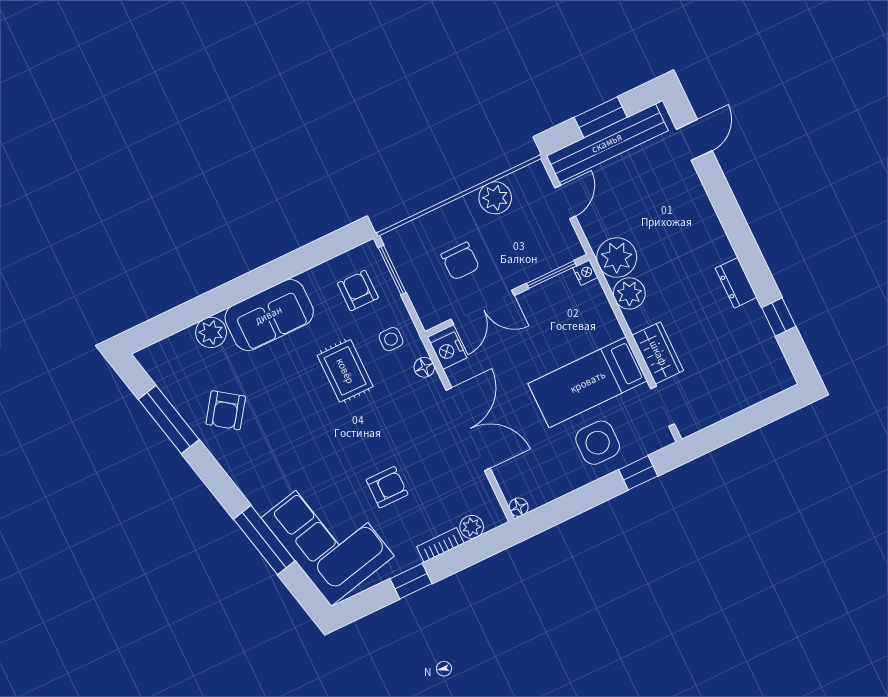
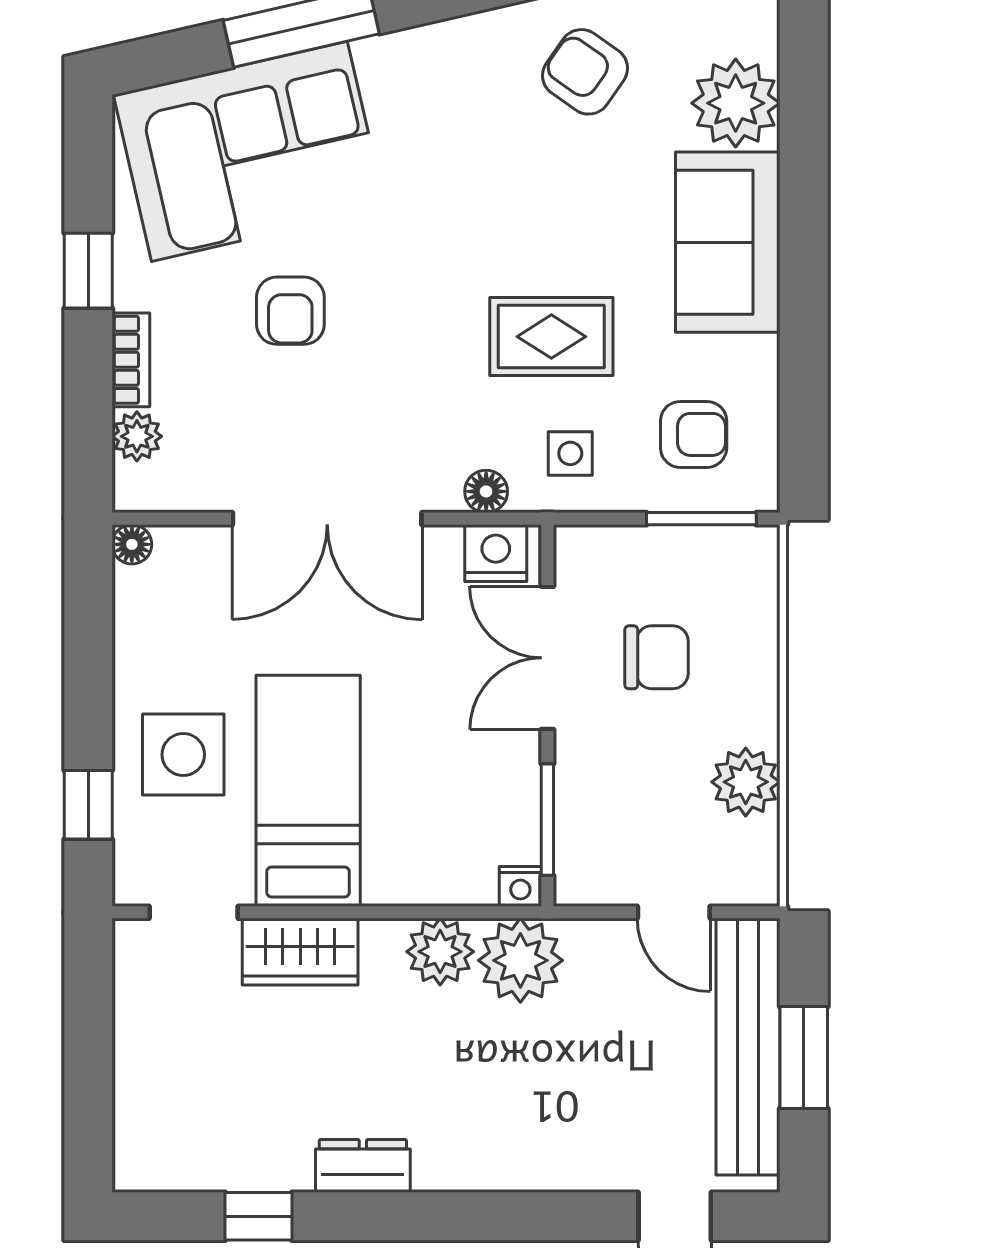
chair: (460, 261) -> (657, 657), turned 180
plant: (211, 332) -> (736, 103), width x1.36, depth x1.36

